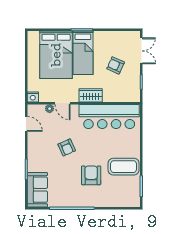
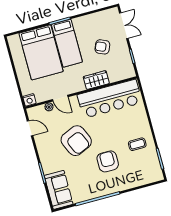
wardrobe: (91, 95) -> (96, 80), moved
armchair: (67, 147) -> (76, 141), width x1.88, depth x1.88
coffee table: (124, 167) -> (137, 144), width x0.54, depth x0.58

